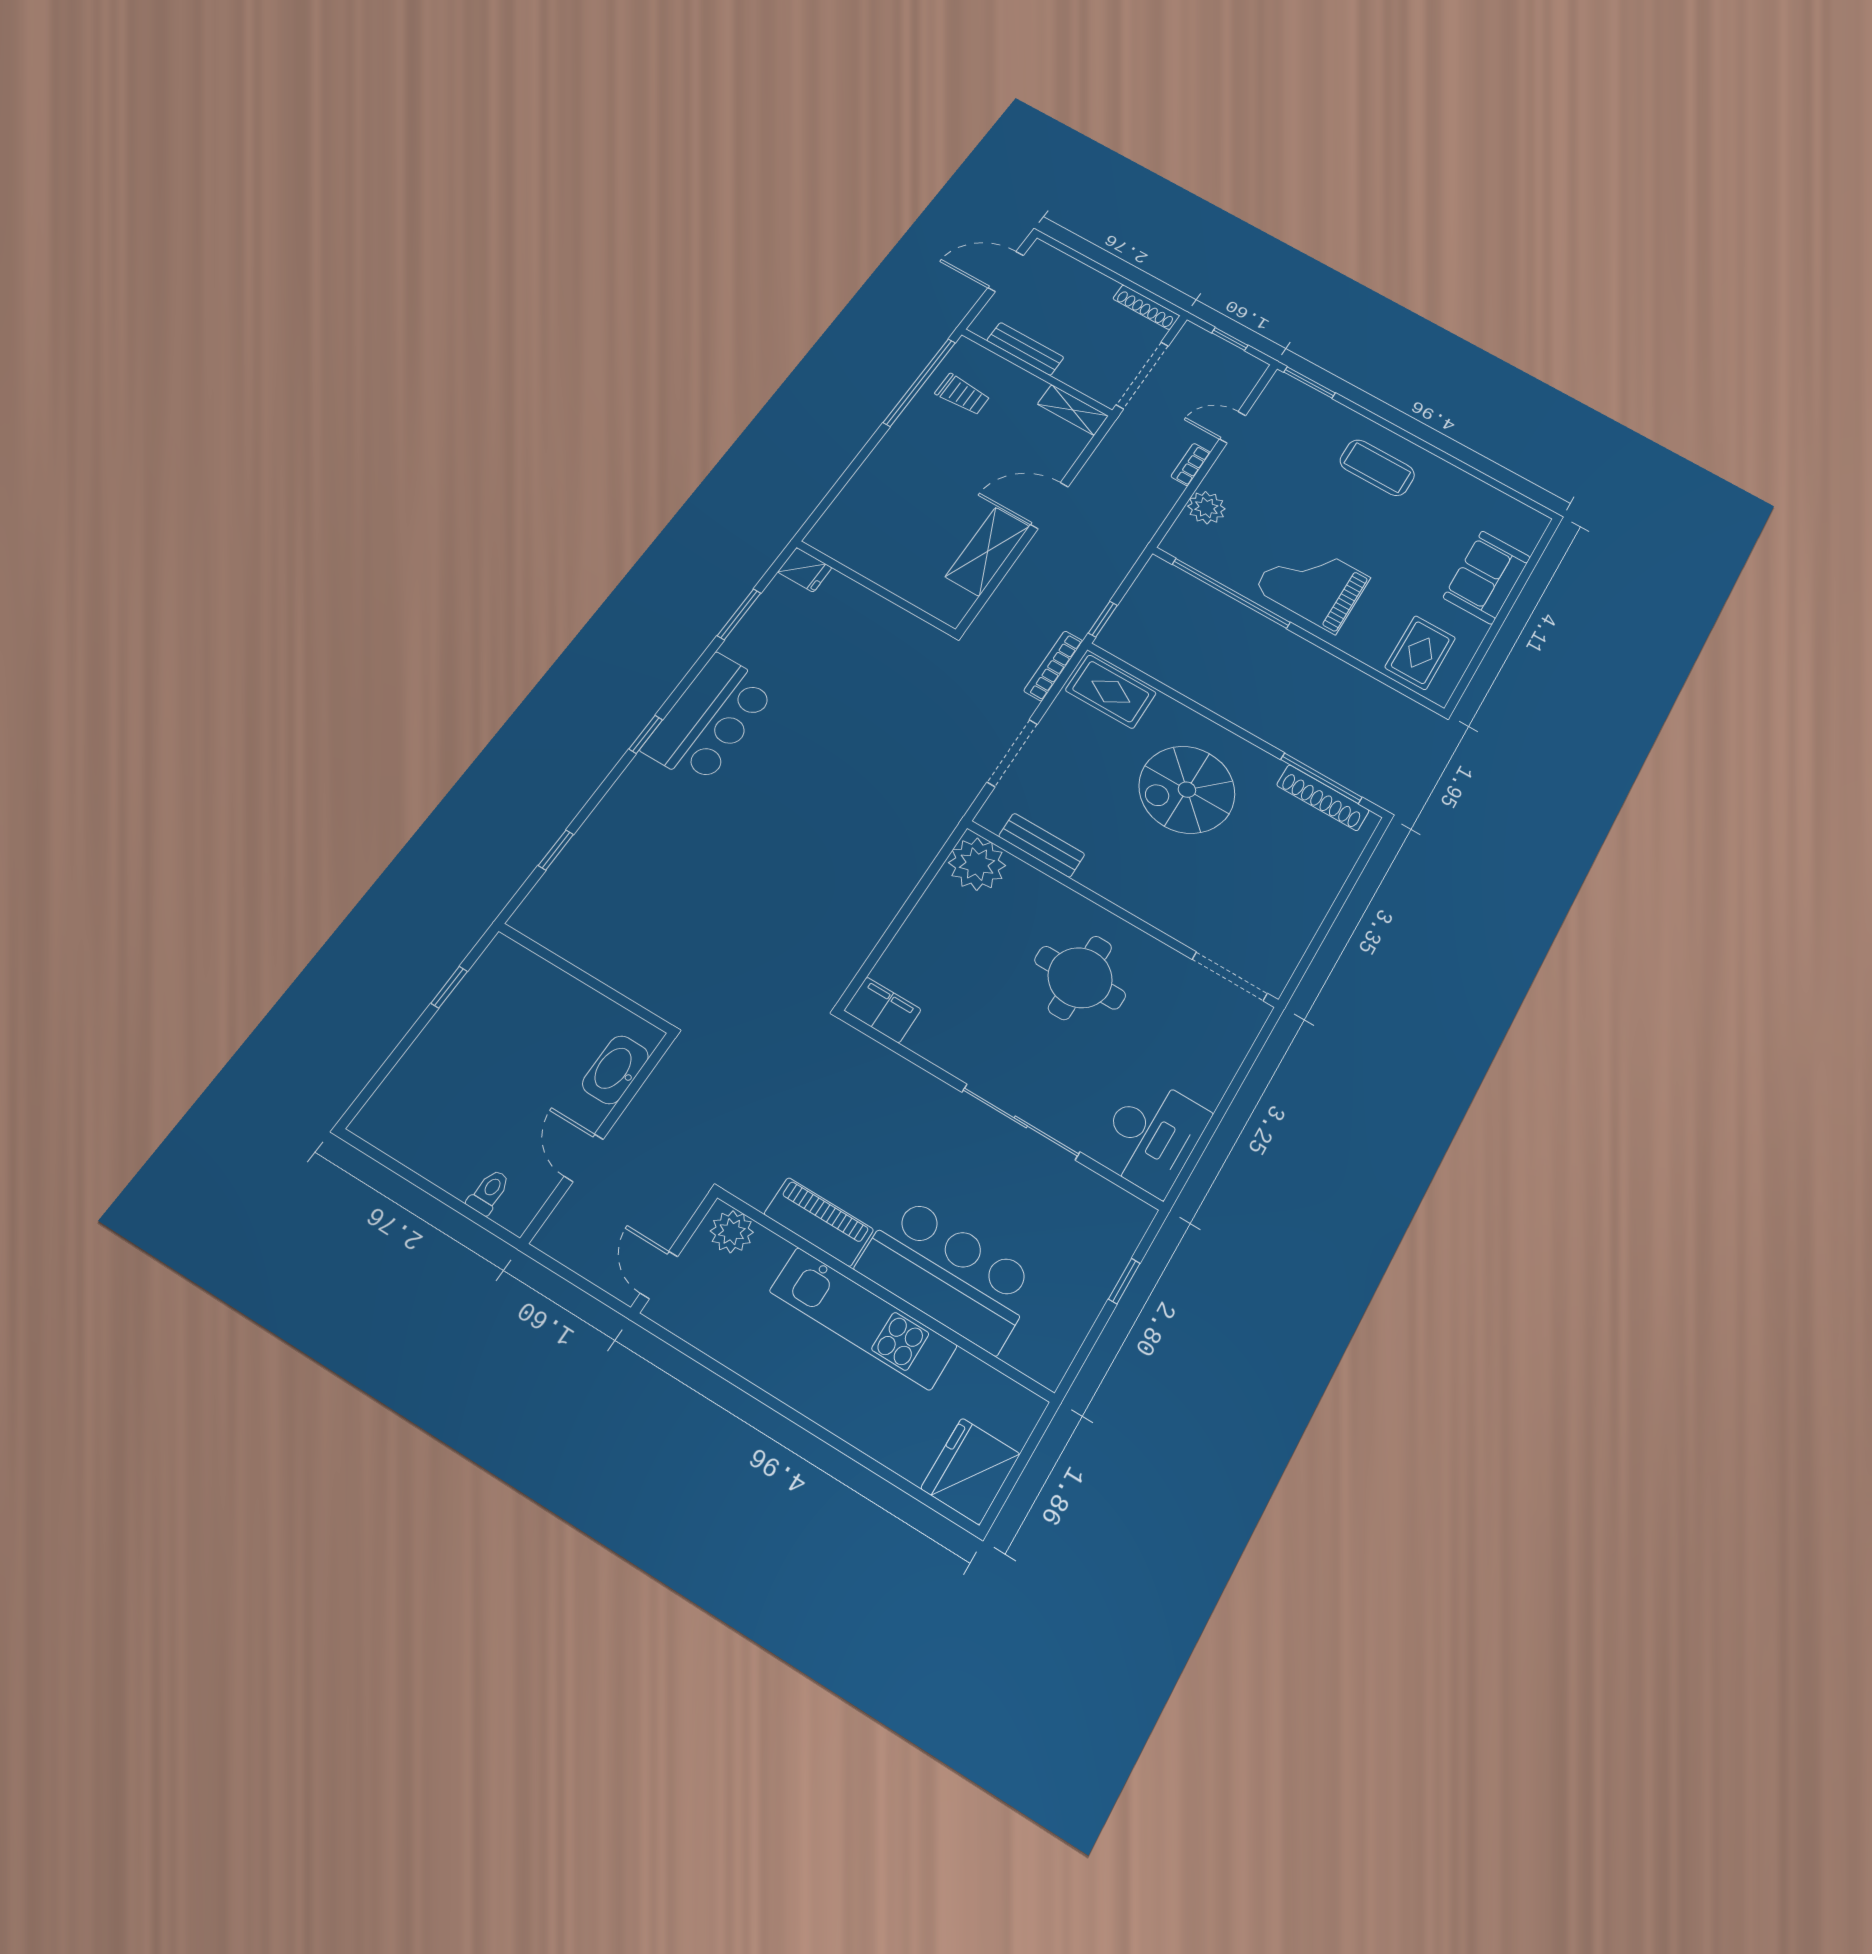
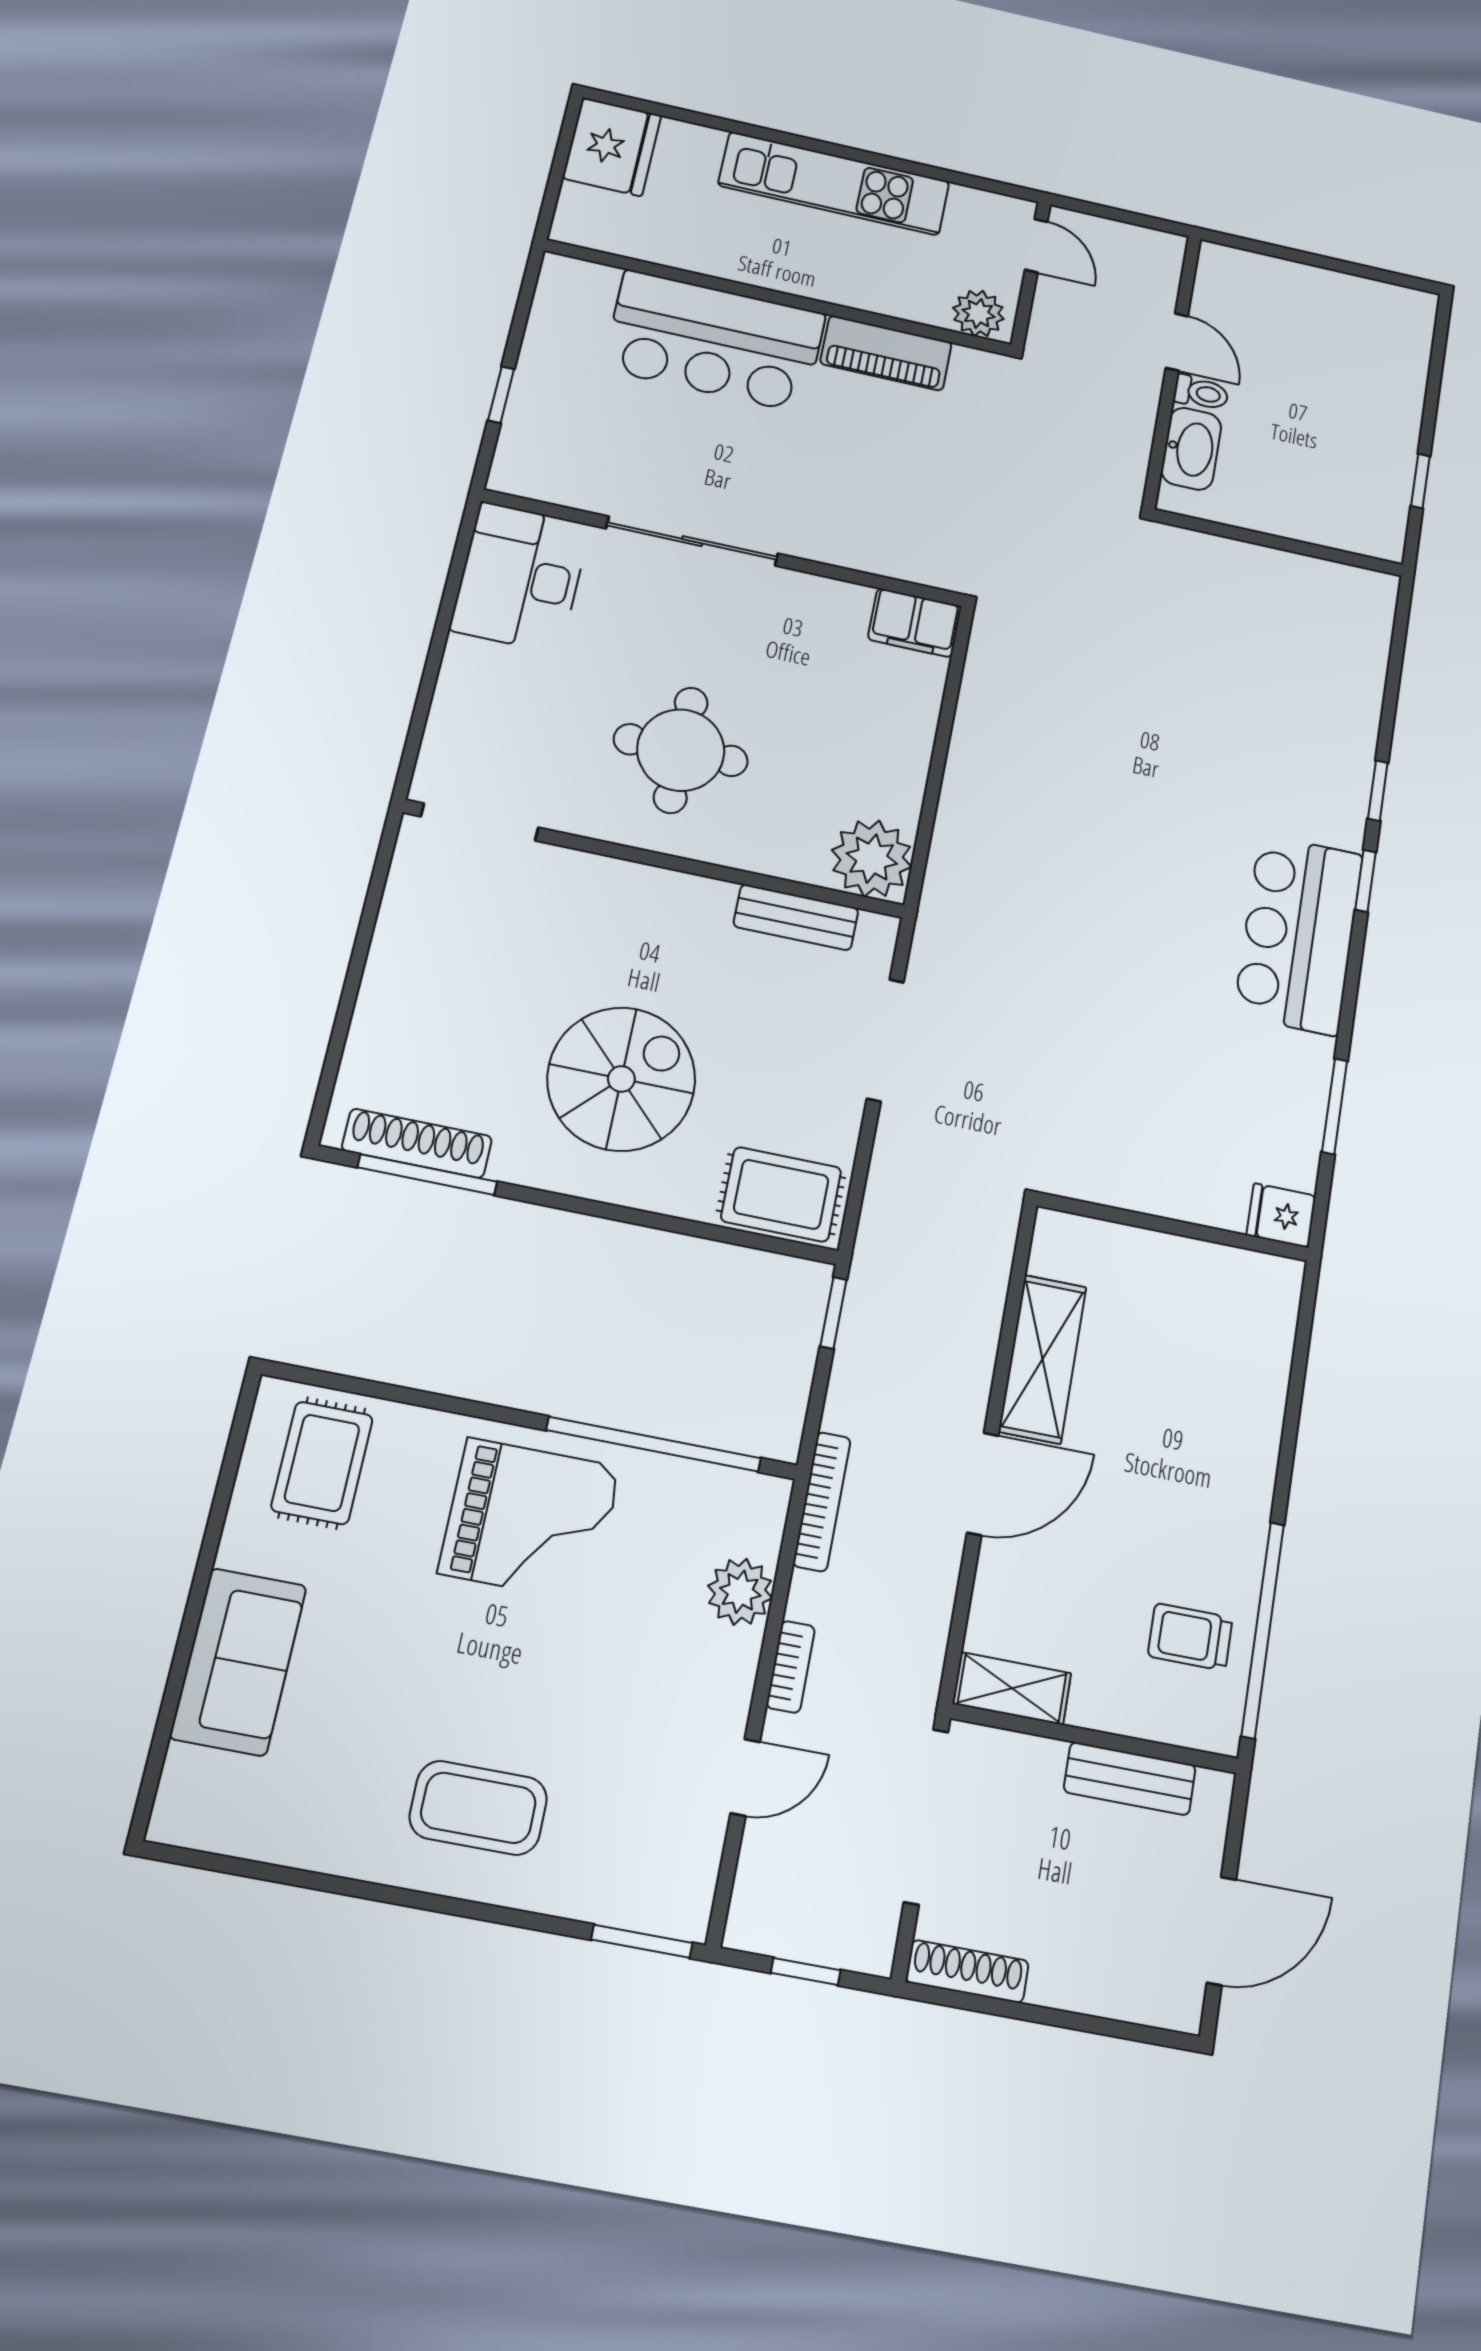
bookcase: (1053, 666) -> (822, 1502), moved
window: (556, 850) -> (1378, 791), moved
toilet: (489, 1192) -> (1201, 393), moved, turned -90
kitchen unit: (863, 1318) -> (834, 184), moved, turned 180

